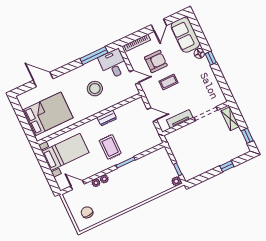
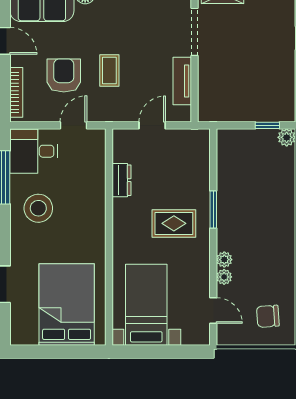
stool: (95, 89) -> (38, 208), moved
dresser: (107, 118) -> (121, 180), moved
door: (78, 185) -> (213, 311), swing flipped

